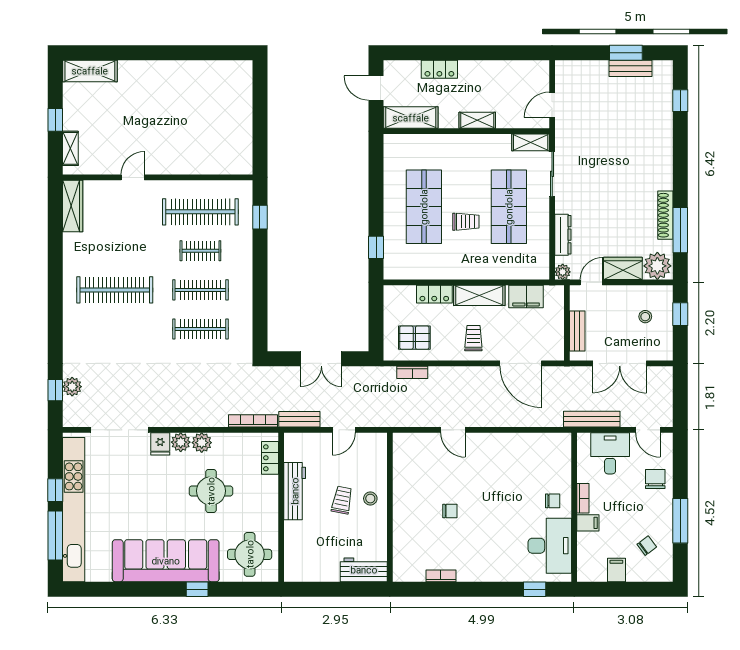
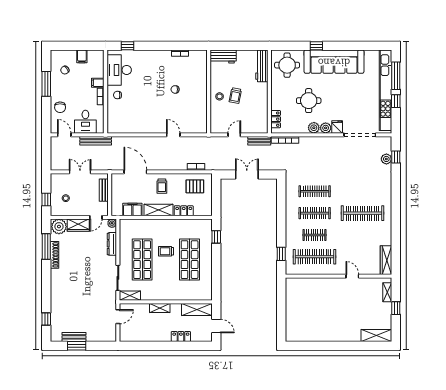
door: (133, 177) -> (352, 276), swing flipped
double door: (620, 363) -> (80, 172), width x0.73
workbench: (295, 491) -> (262, 66), moved

